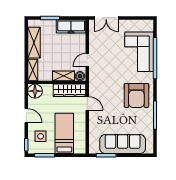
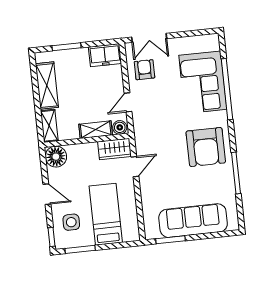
freezer: (71, 26) -> (105, 55), width x0.71
armchair: (101, 39) -> (145, 70), added
wardrobe: (70, 90) -> (115, 149), width x0.67
door: (87, 104) -> (135, 167), hinge flipped

